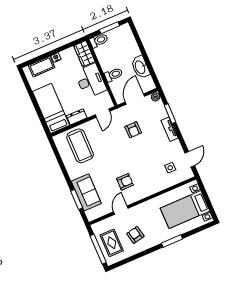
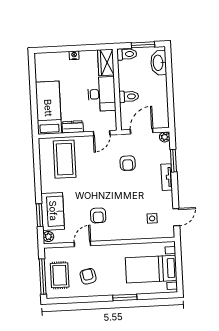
cot: (42, 67) -> (55, 59), removed
washbasin: (140, 67) -> (158, 63), moved
armchair: (125, 182) -> (98, 215), turned 90
plant: (91, 214) -> (48, 237), added

